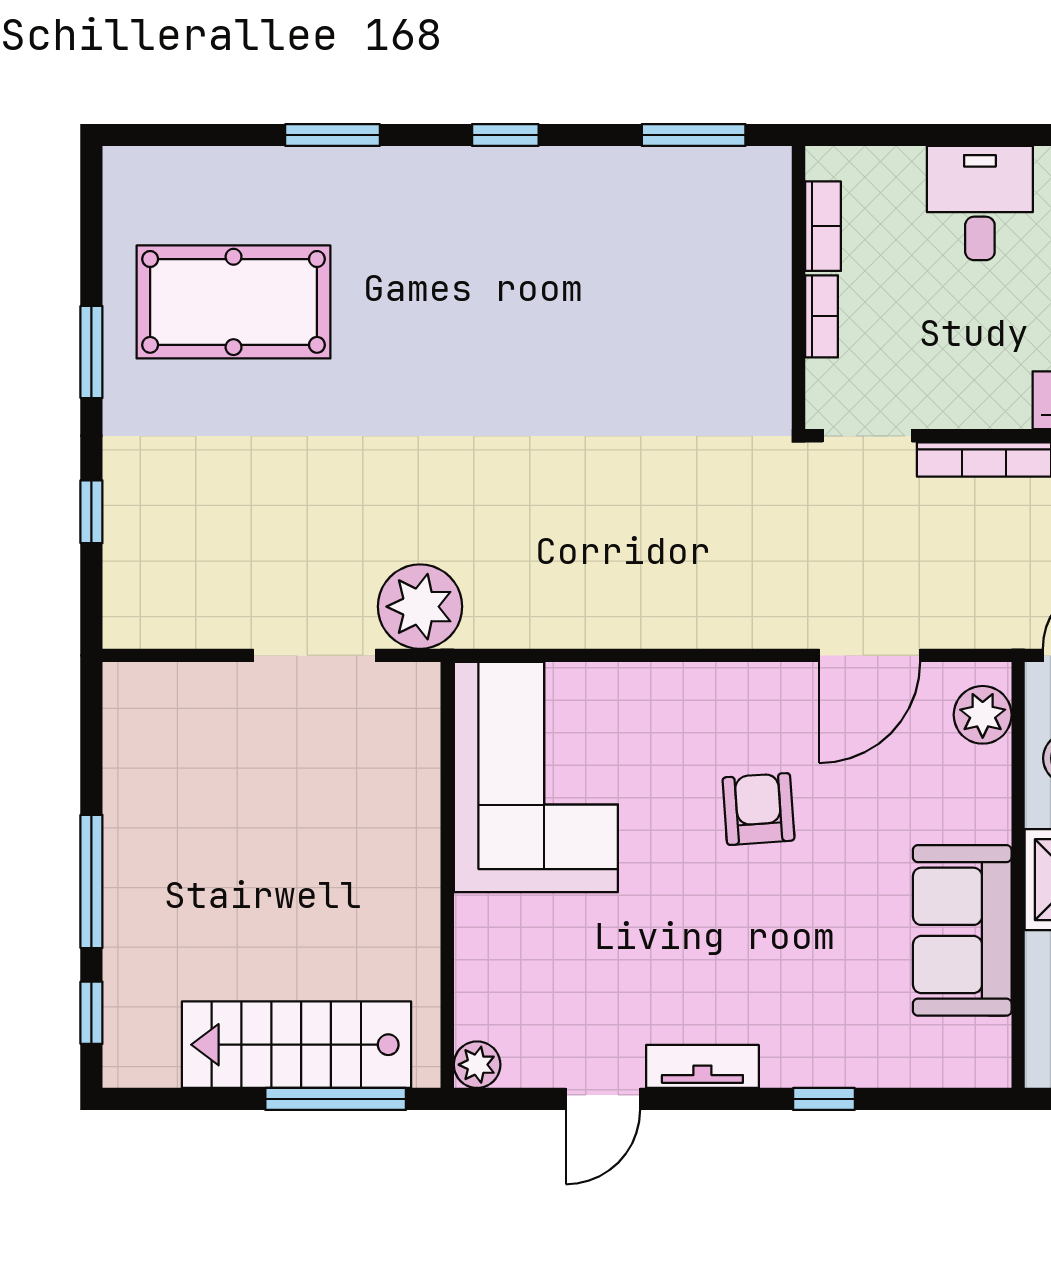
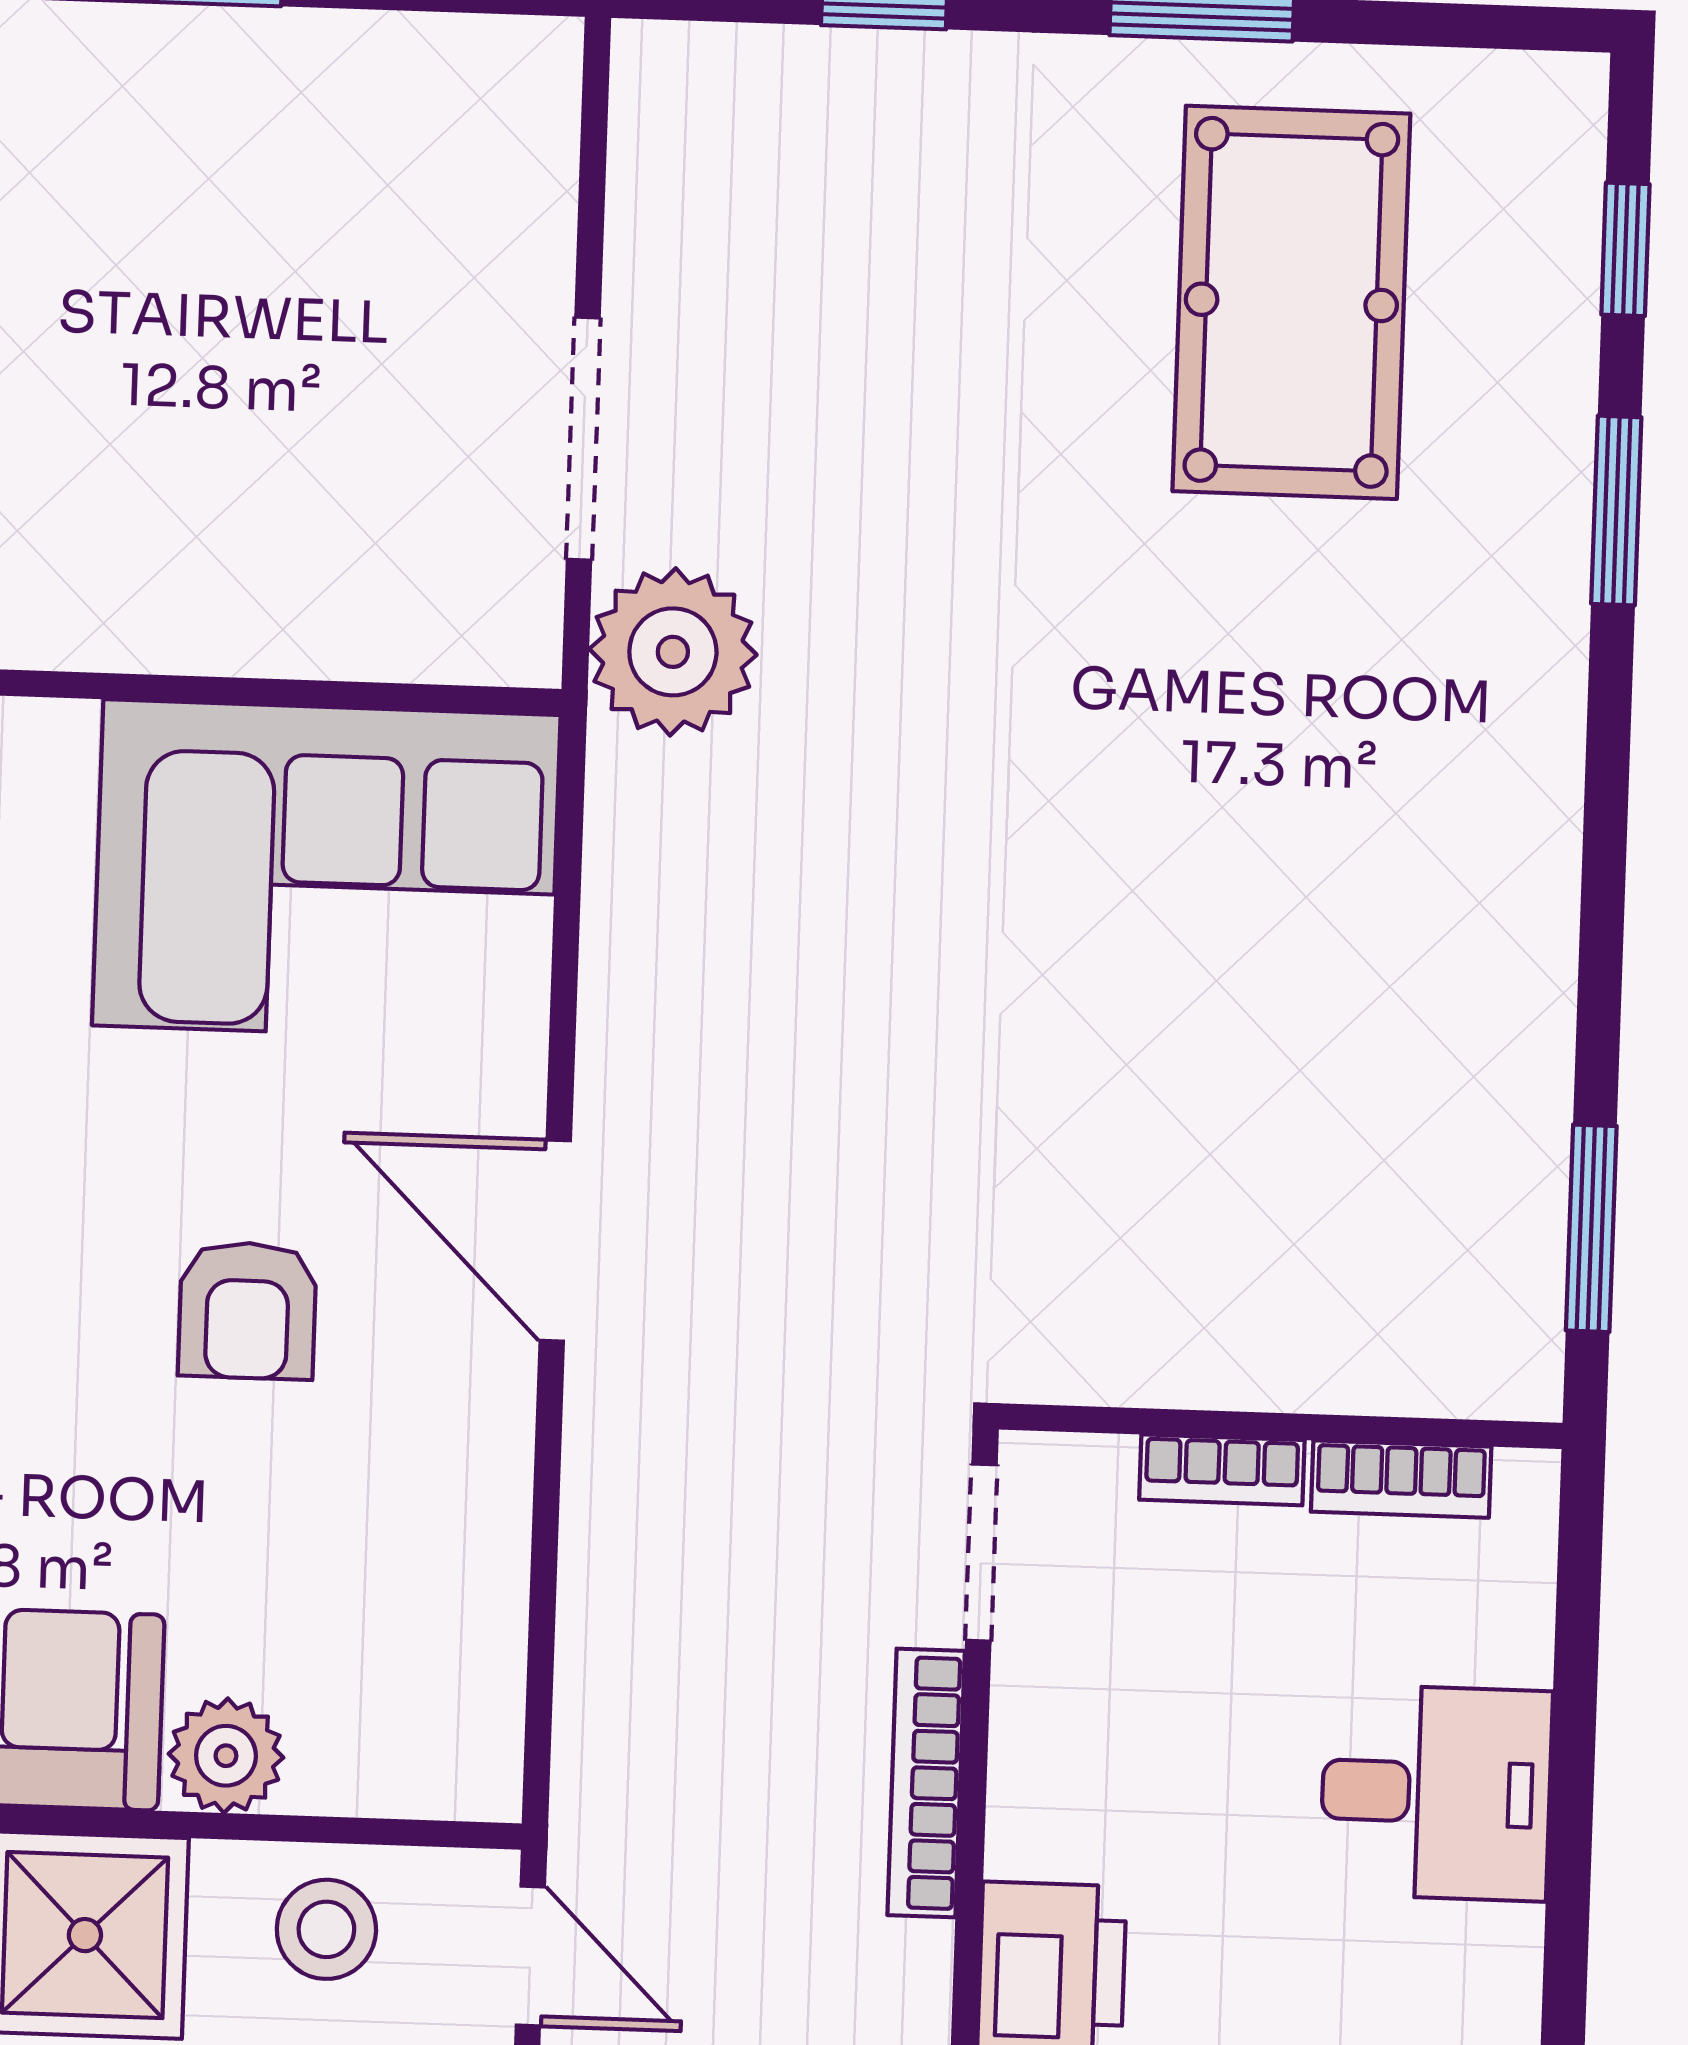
window: (505, 135) -> (1625, 249), moved
door: (870, 655) -> (555, 1241), moved
plant: (983, 715) -> (226, 1756), moved
armchair: (758, 809) -> (247, 1310), turned 94

